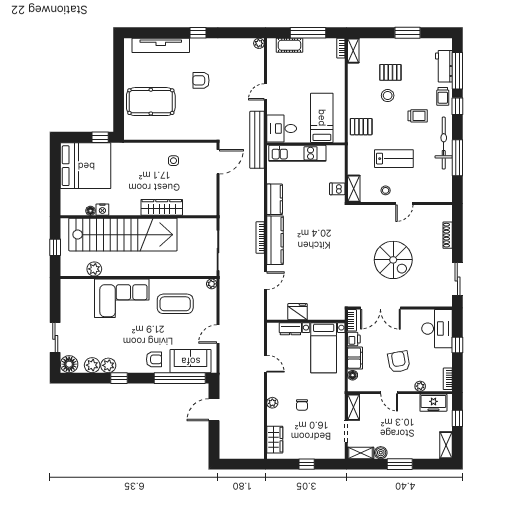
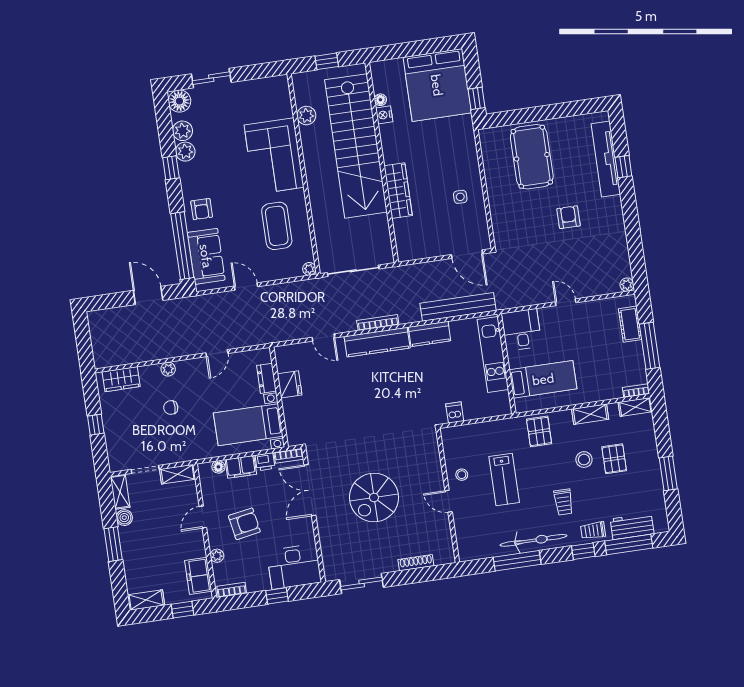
window: (198, 33) -> (623, 167), moved
bench: (257, 140) -> (458, 307), moved
shelving: (354, 189) -> (590, 414), moved

